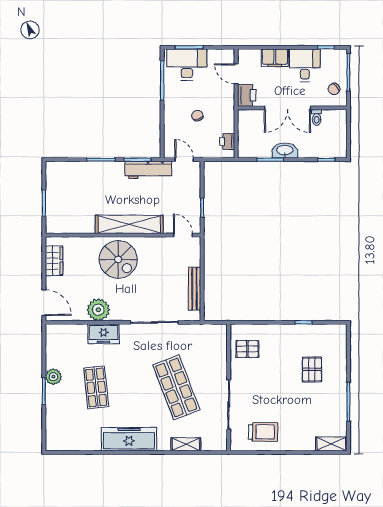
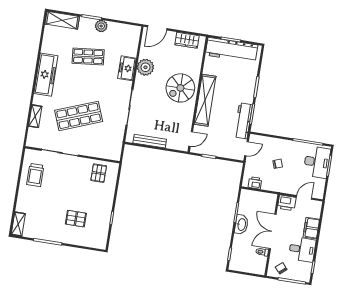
workbench: (58, 200) -> (232, 50), added
shelving: (54, 429) -> (62, 20), added

